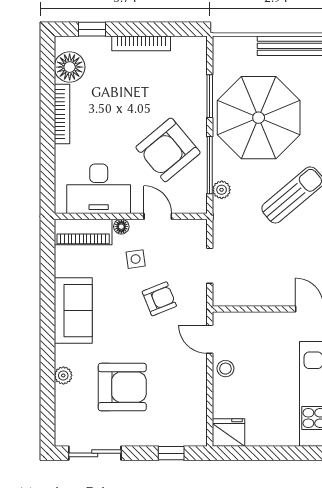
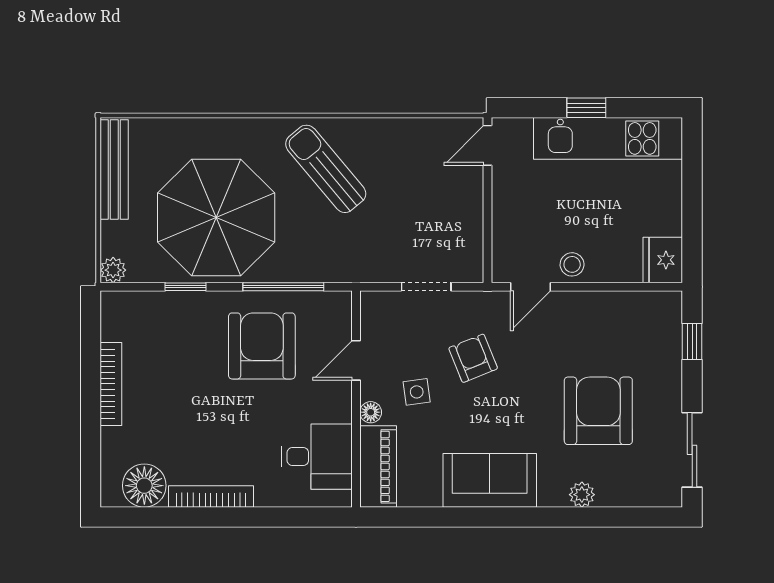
window: (92, 29) -> (91, 454), removed
window: (210, 96) -> (186, 287), width x0.67
armchair: (168, 150) -> (262, 346), turned -140
desk: (99, 189) -> (317, 457), width x0.73
plant: (222, 190) -> (113, 270), moved

